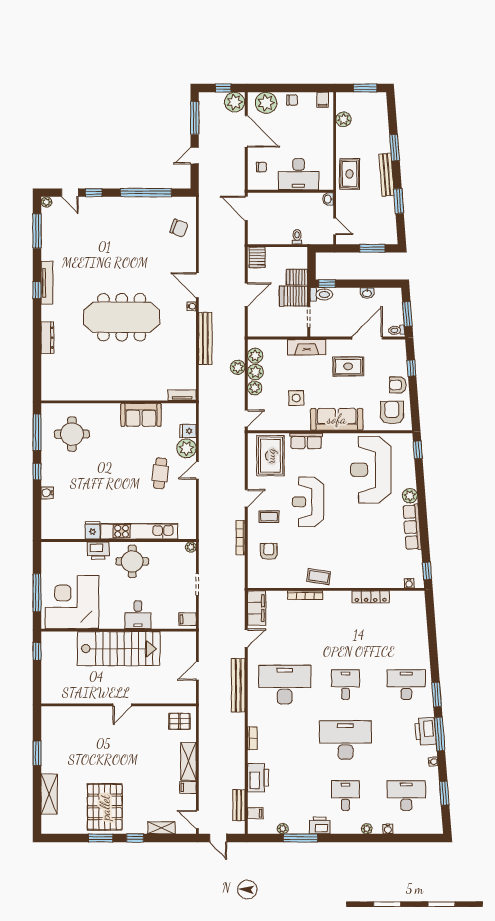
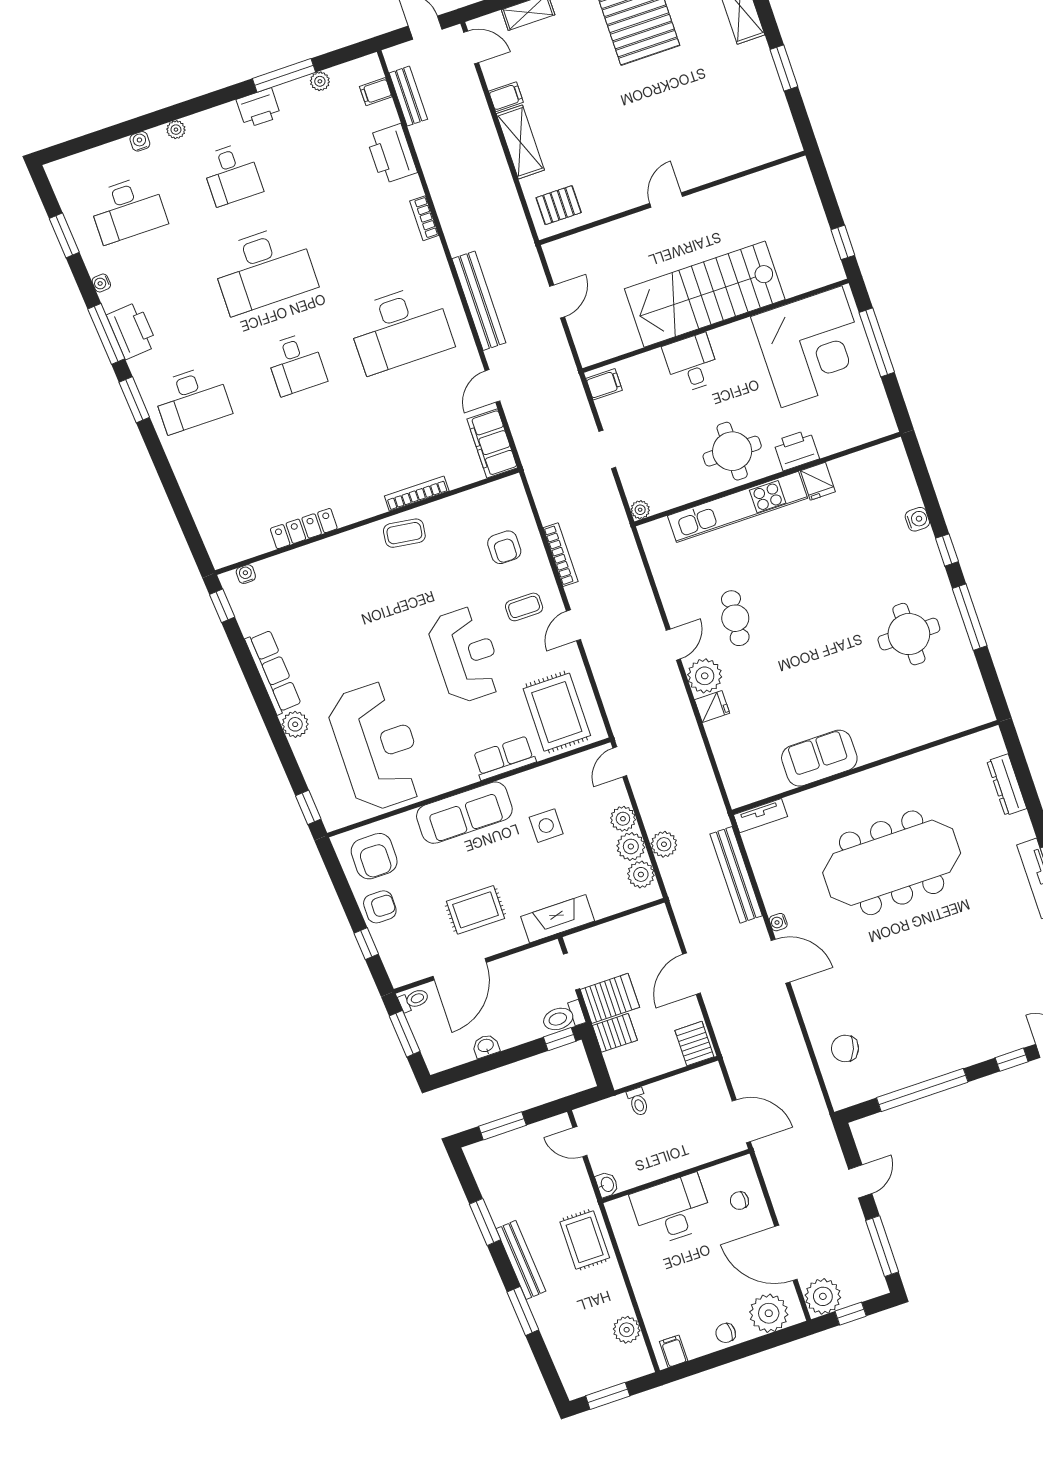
tv unit: (182, 395) -> (760, 816), moved
wall: (119, 402) -> (865, 767), moved
sofa: (141, 415) -> (819, 758), moved

